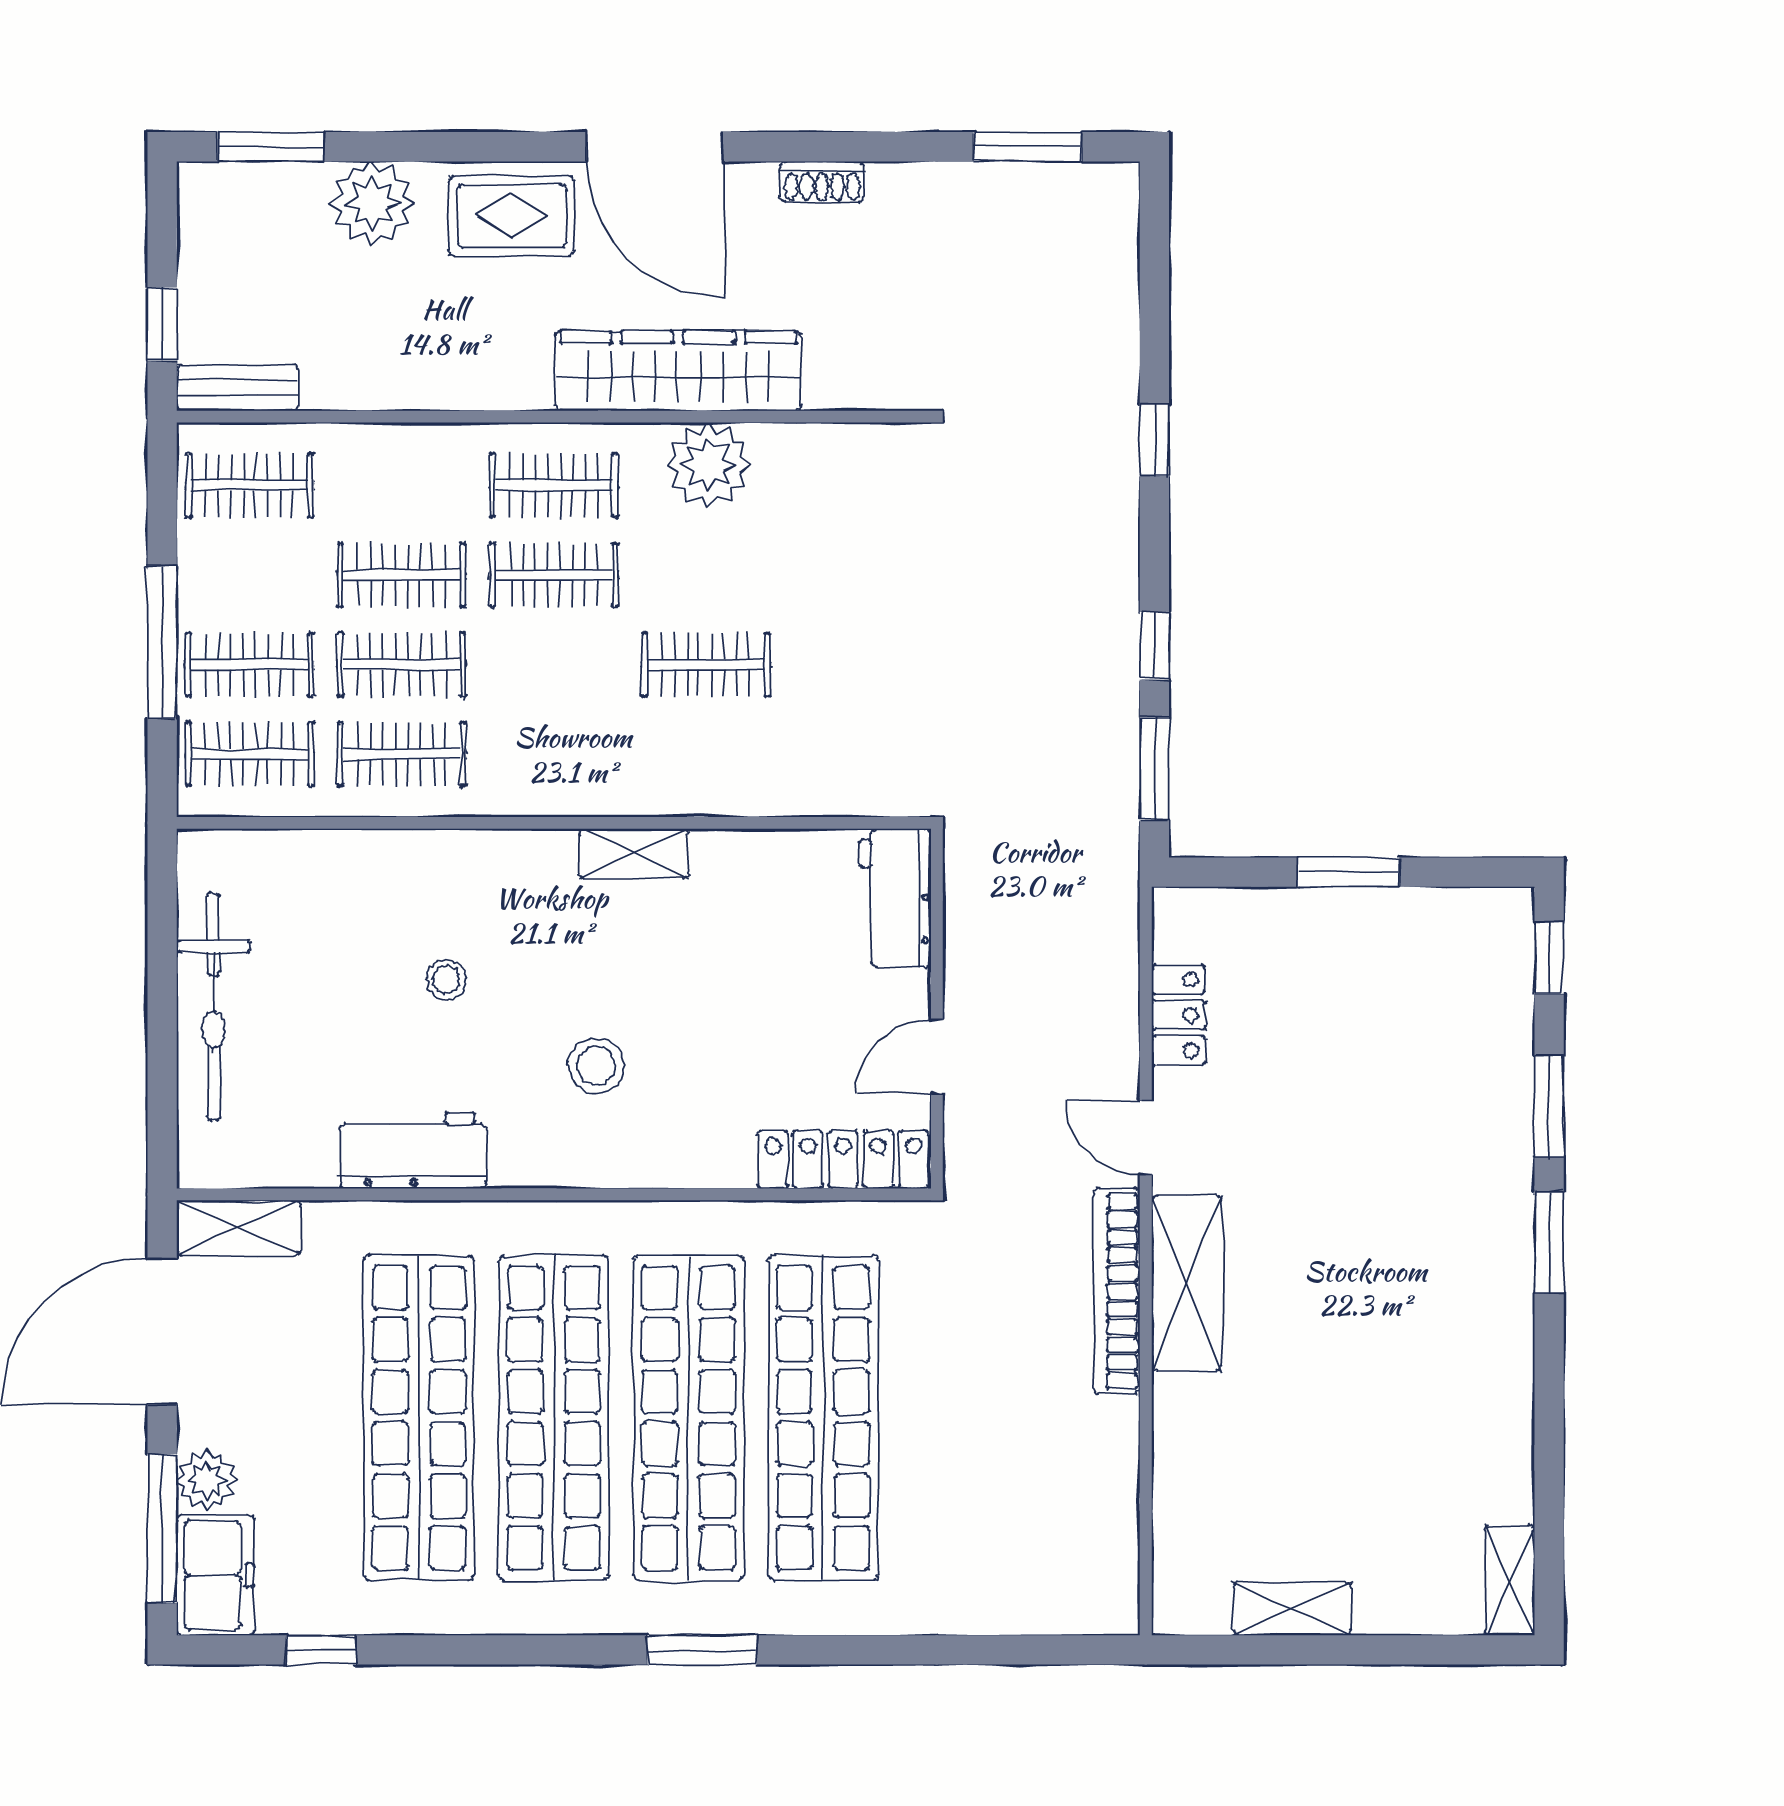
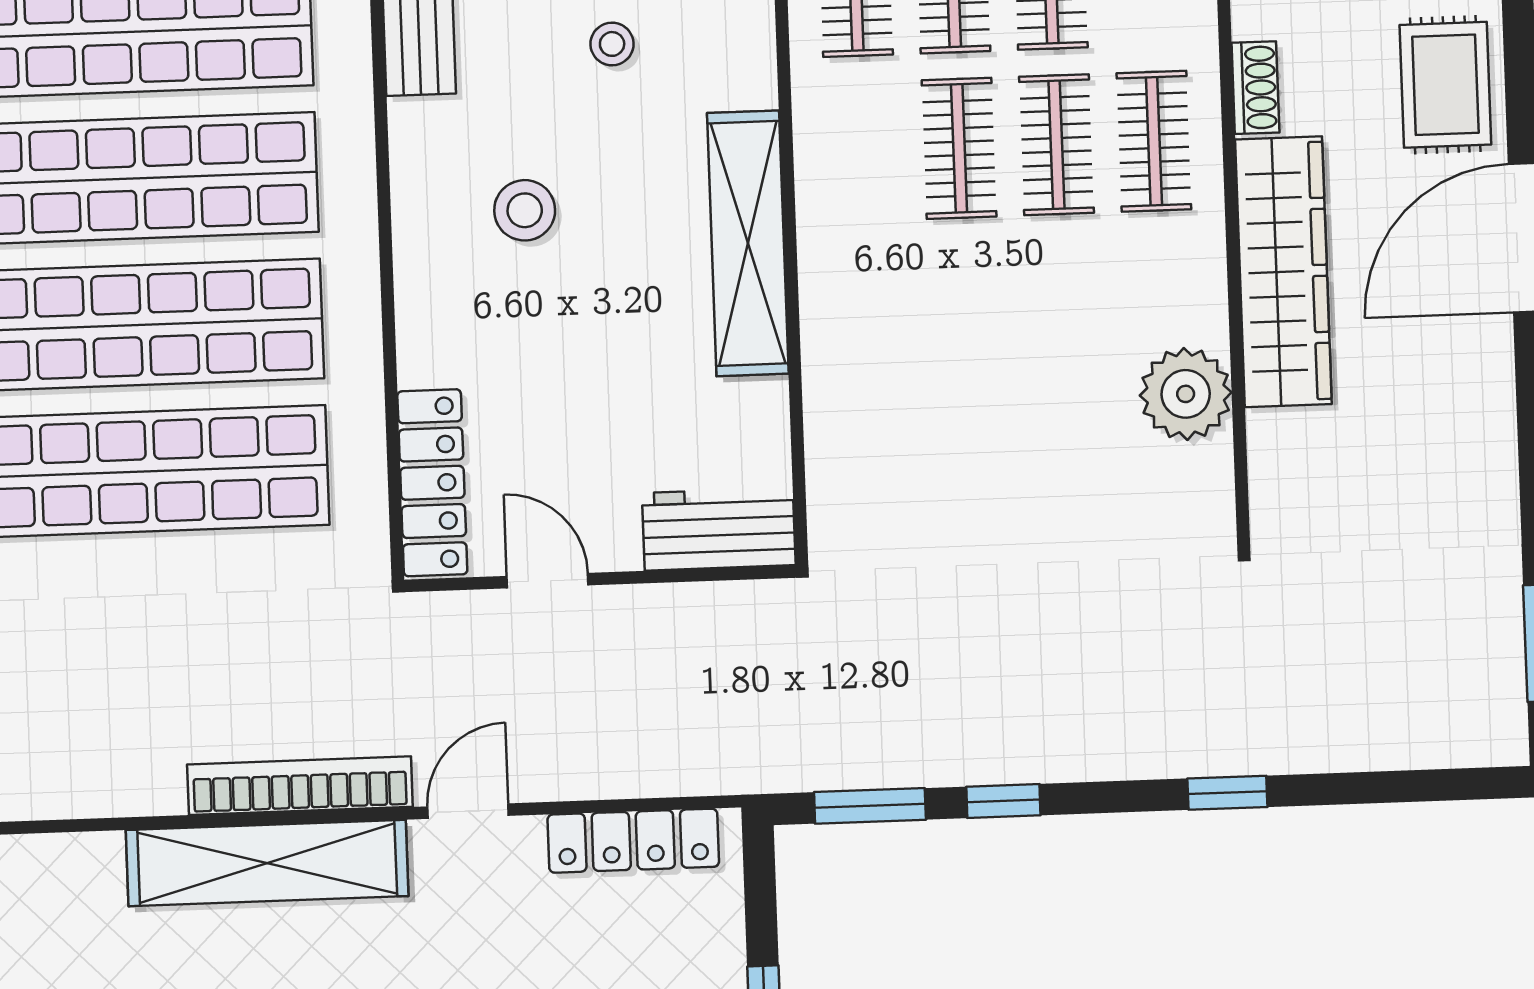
shoe rack: (822, 182) -> (1255, 88), moved, turned 180
plant: (708, 465) -> (1186, 394), moved
clothes rail: (706, 665) -> (959, 148), moved
shelving: (634, 853) -> (748, 243), width x2.20, depth x1.33
locker: (1178, 1015) -> (633, 841), width x1.53
shelving: (1187, 1283) -> (267, 863), width x1.47

